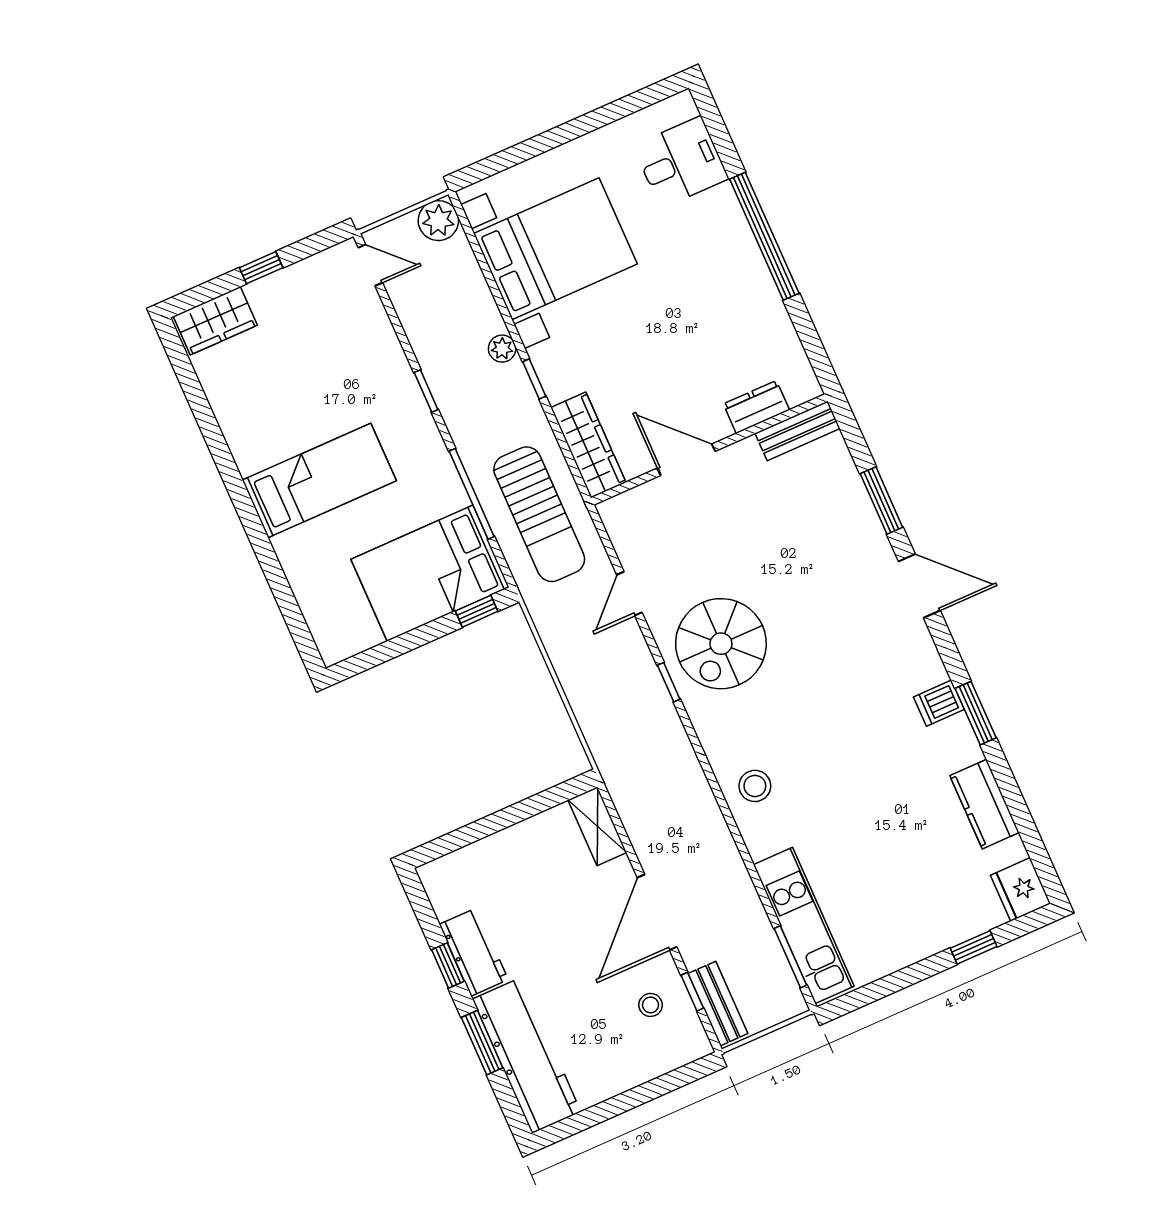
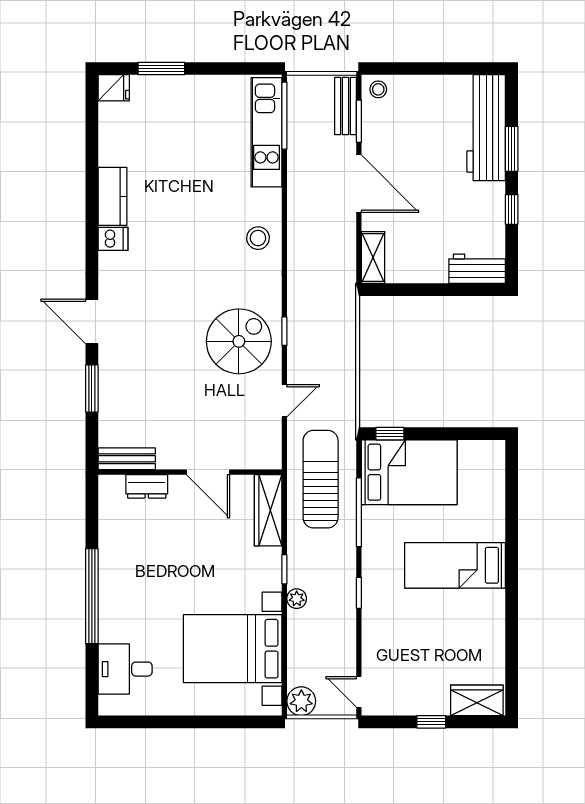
window: (976, 713) -> (92, 222), removed
kitchen counter: (984, 804) -> (113, 196), moved
fridge: (1020, 889) -> (114, 88), width x0.72
door: (657, 912) -> (359, 184), hinge flipped
window: (974, 947) -> (161, 69), width x1.50
workbench: (474, 952) -> (477, 269), moved, turned 90
window: (790, 957) -> (284, 116), width x1.44
window: (692, 992) -> (359, 121), width x1.50
stool: (651, 1005) -> (378, 89), moved

